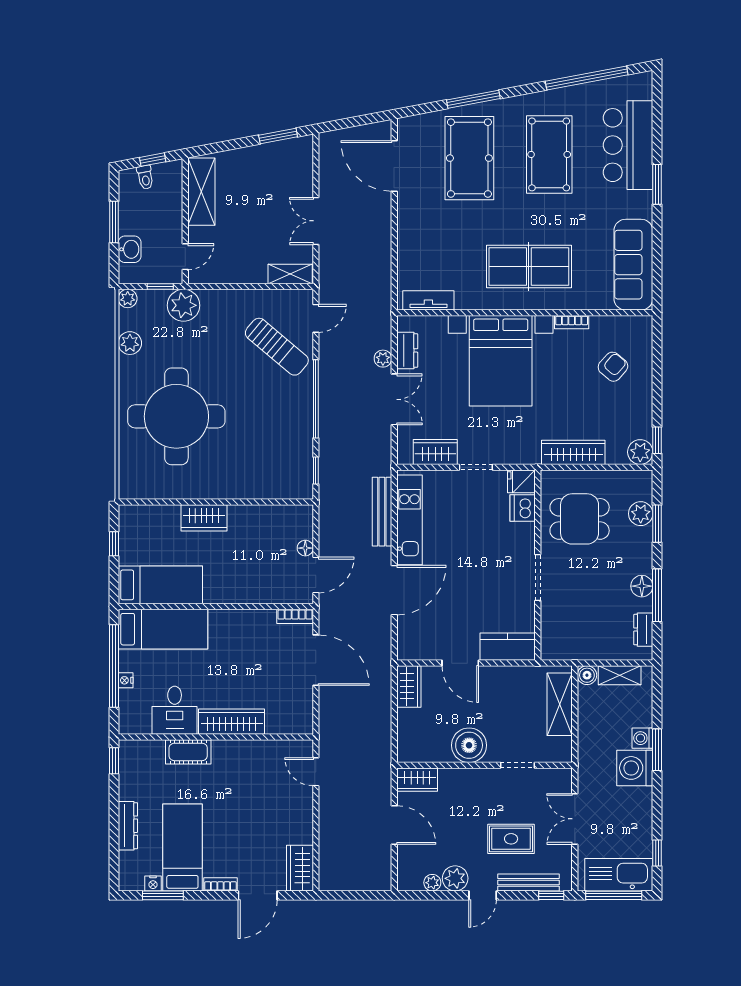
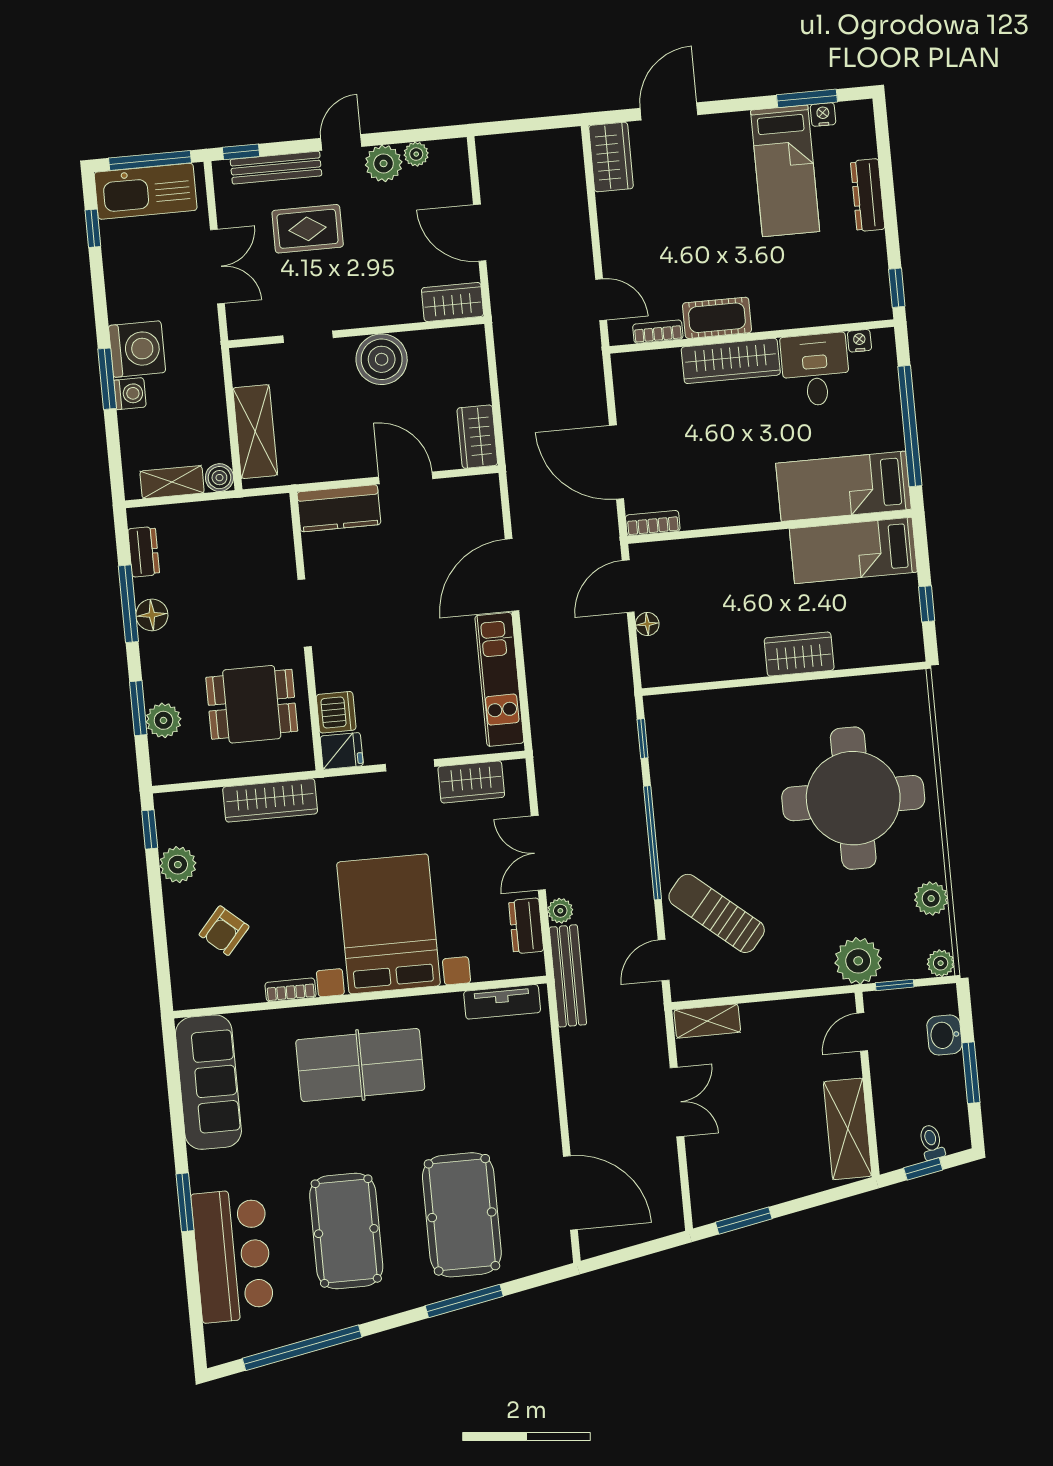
plant: (640, 452) -> (178, 865), moved
bench: (382, 512) -> (568, 976), moved
nightstand: (126, 680) -> (859, 341), moved, turned -90
cot: (188, 752) -> (717, 318), moved
bookcase: (220, 884) -> (658, 332), moved, turned 180

